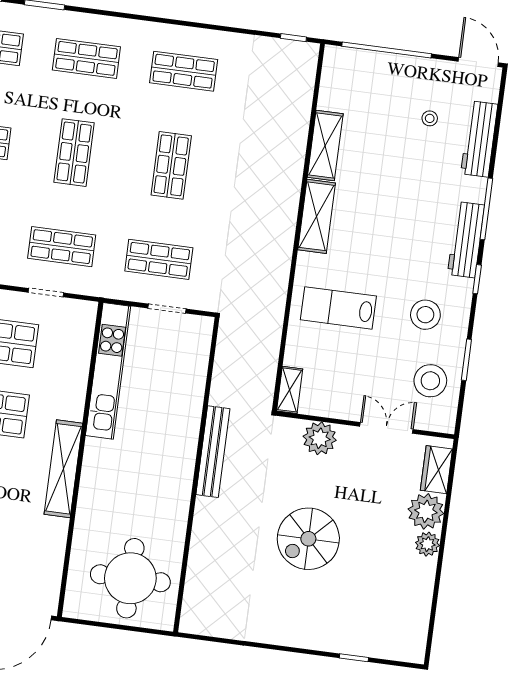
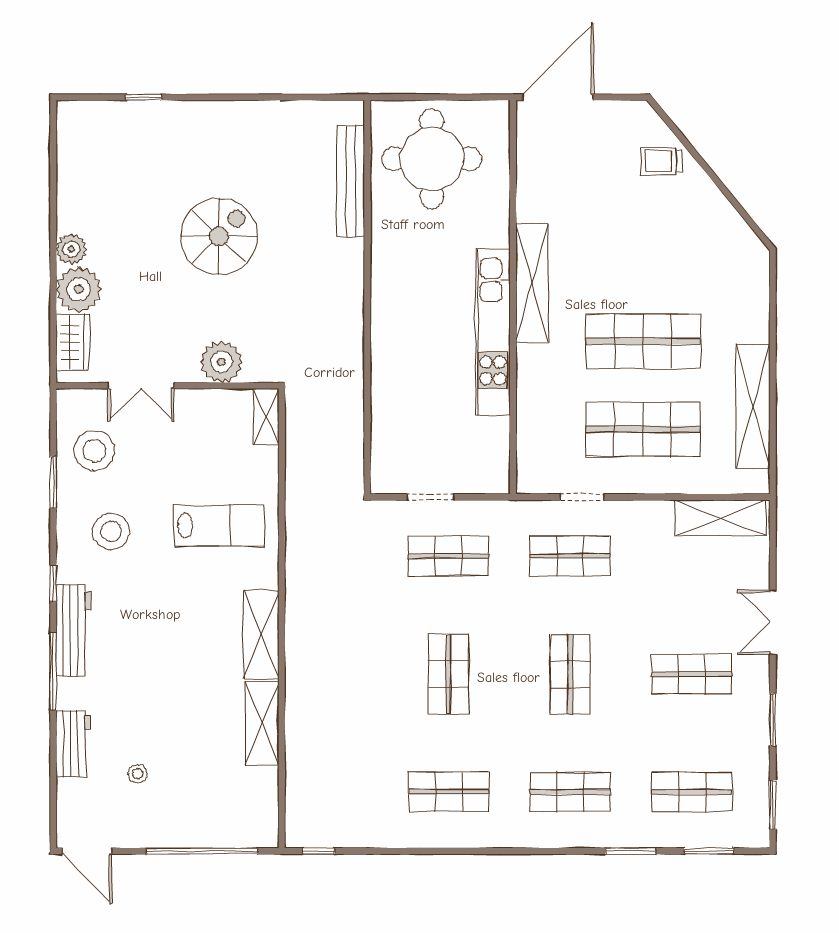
workbench: (479, 139) -> (73, 744), width x0.73
kitchen unit: (108, 371) -> (493, 332), moved
bench: (213, 452) -> (351, 181), moved

